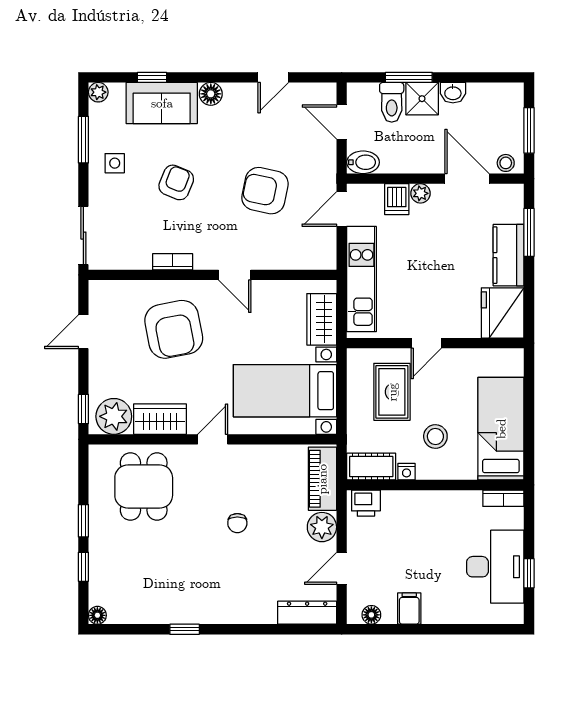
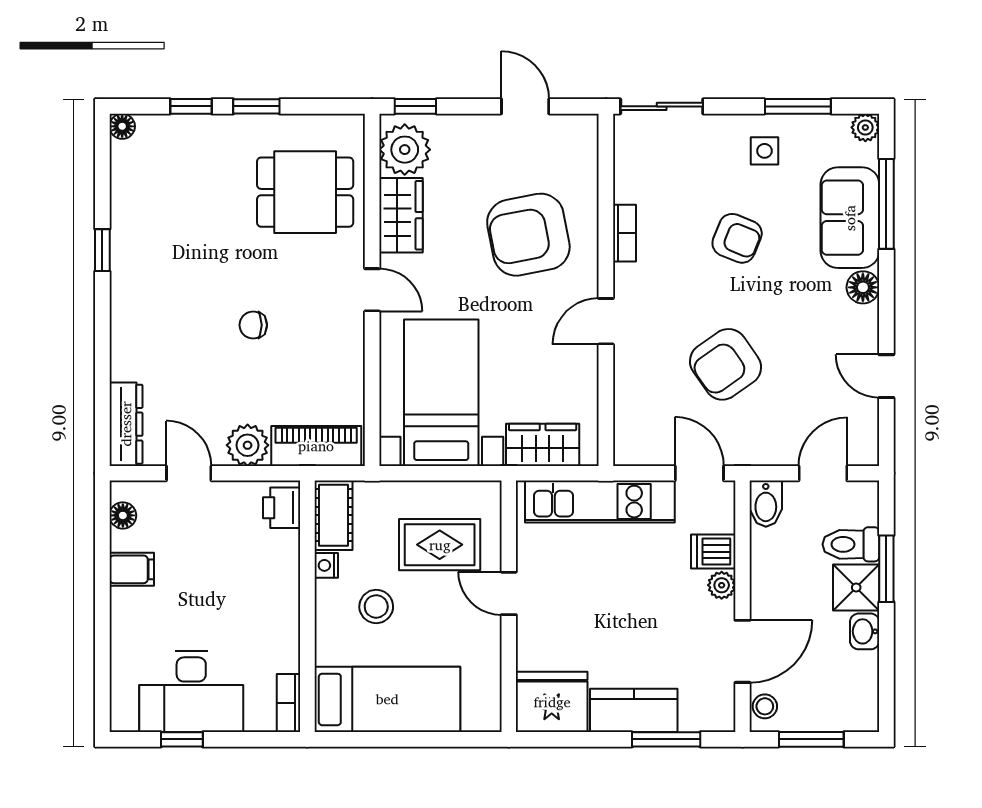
window: (152, 77) -> (886, 204), width x2.17
armchair: (265, 191) -> (725, 364), turned -137

